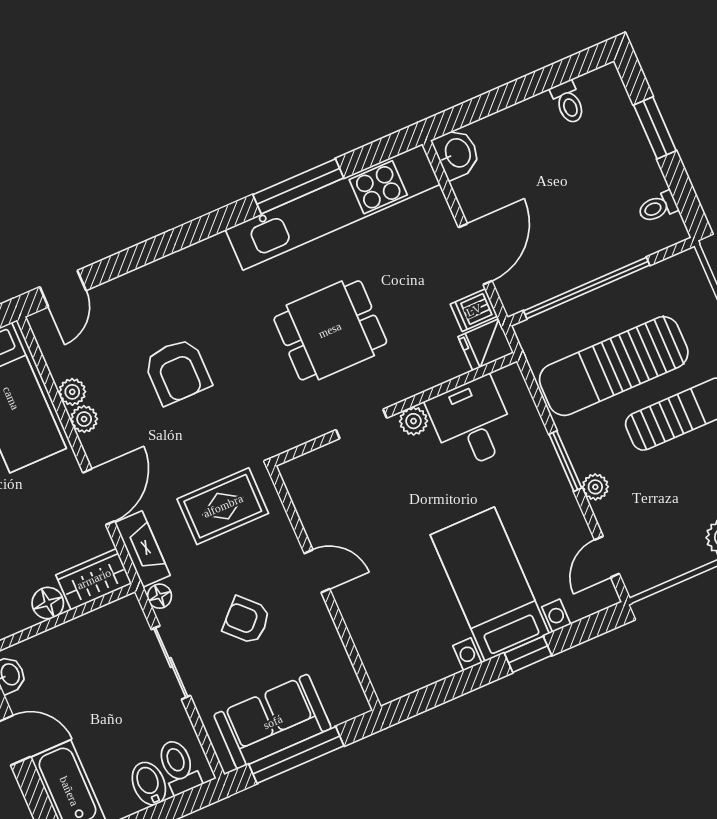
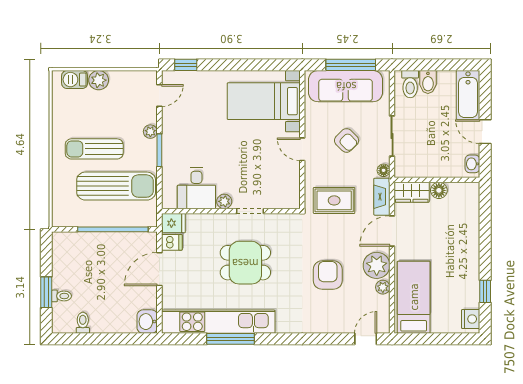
toilet: (658, 207) -> (62, 296), moved
plant: (84, 419) -> (377, 265), width x1.88, depth x1.88
bed with nightstands: (490, 584) -> (264, 101), moved, turned 90
window: (528, 654) -> (186, 65), moved
sofa: (273, 722) -> (346, 86), width x1.36

